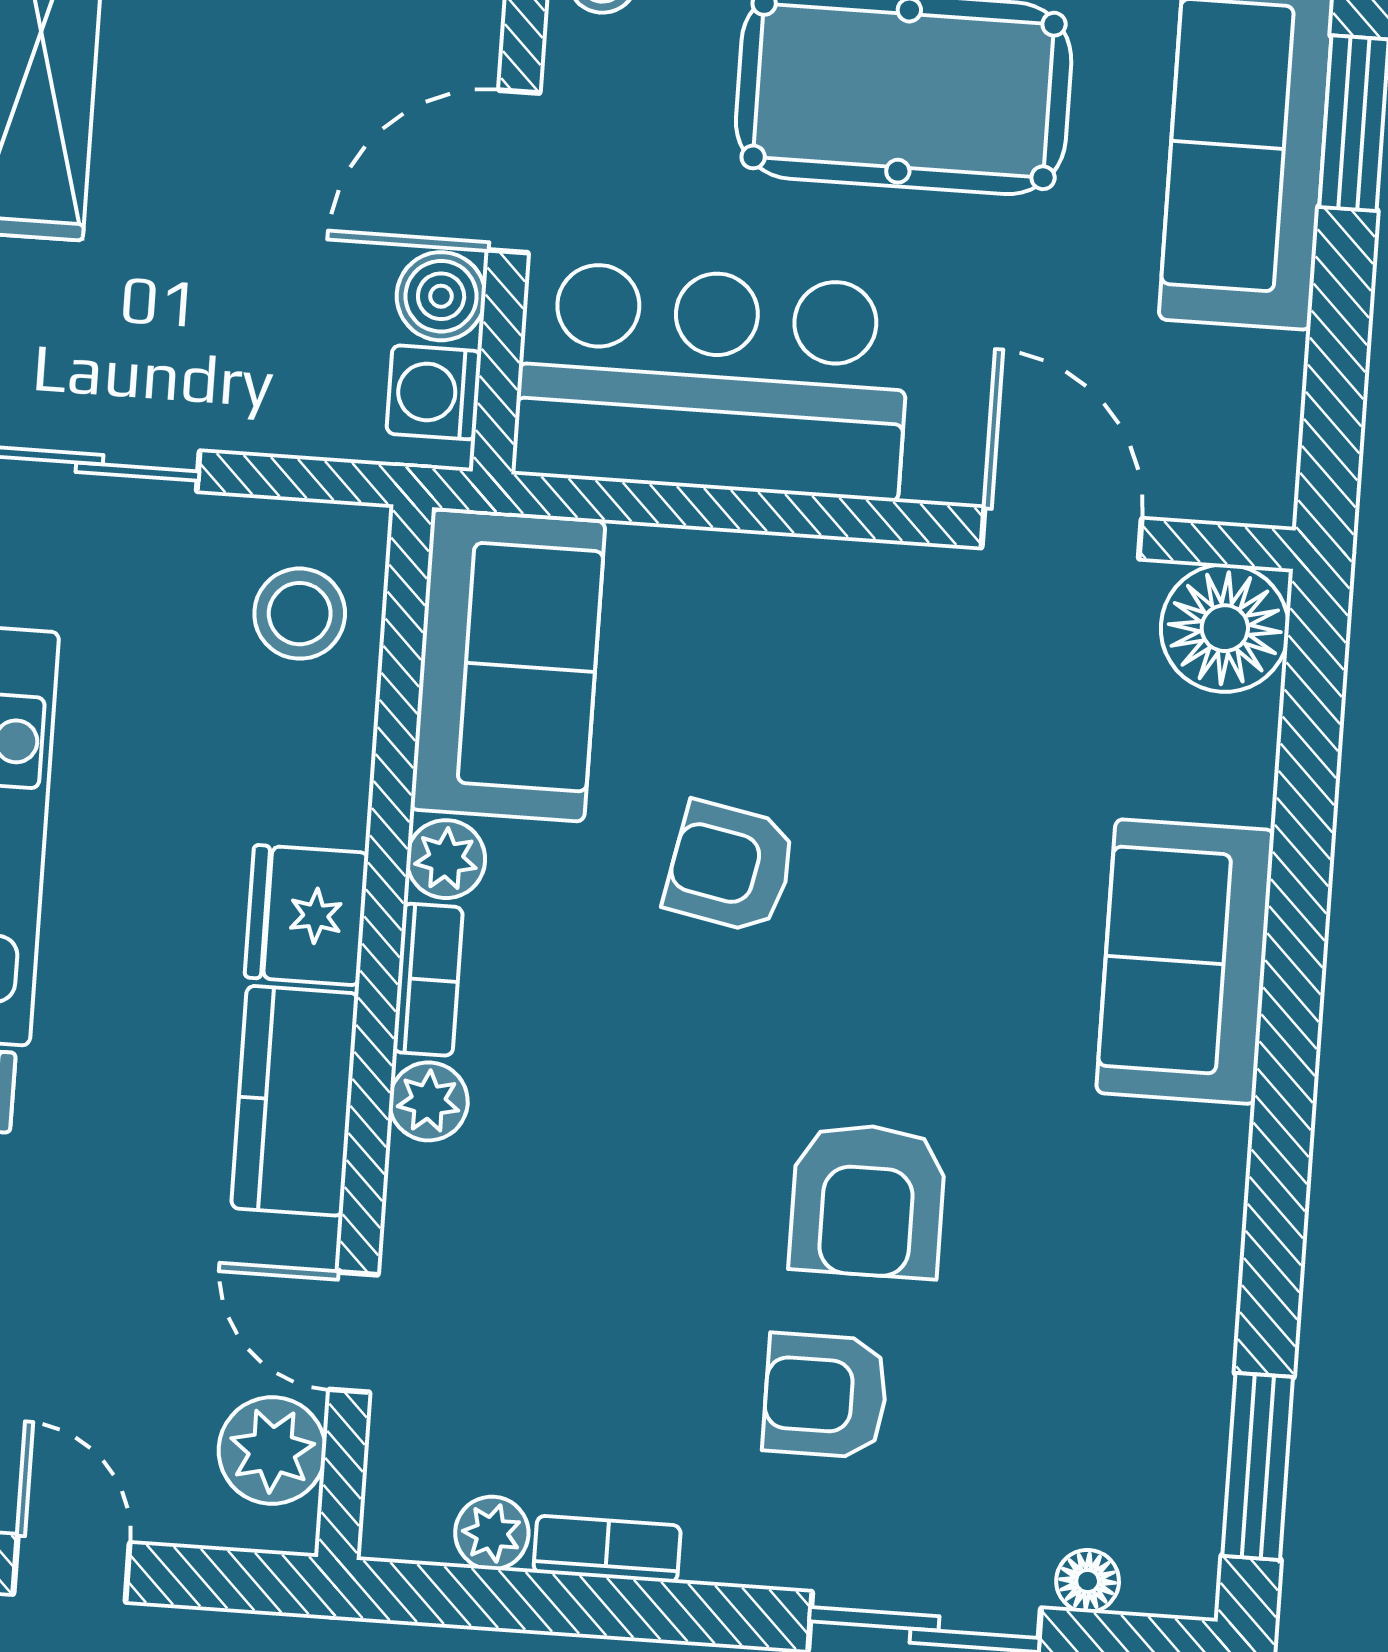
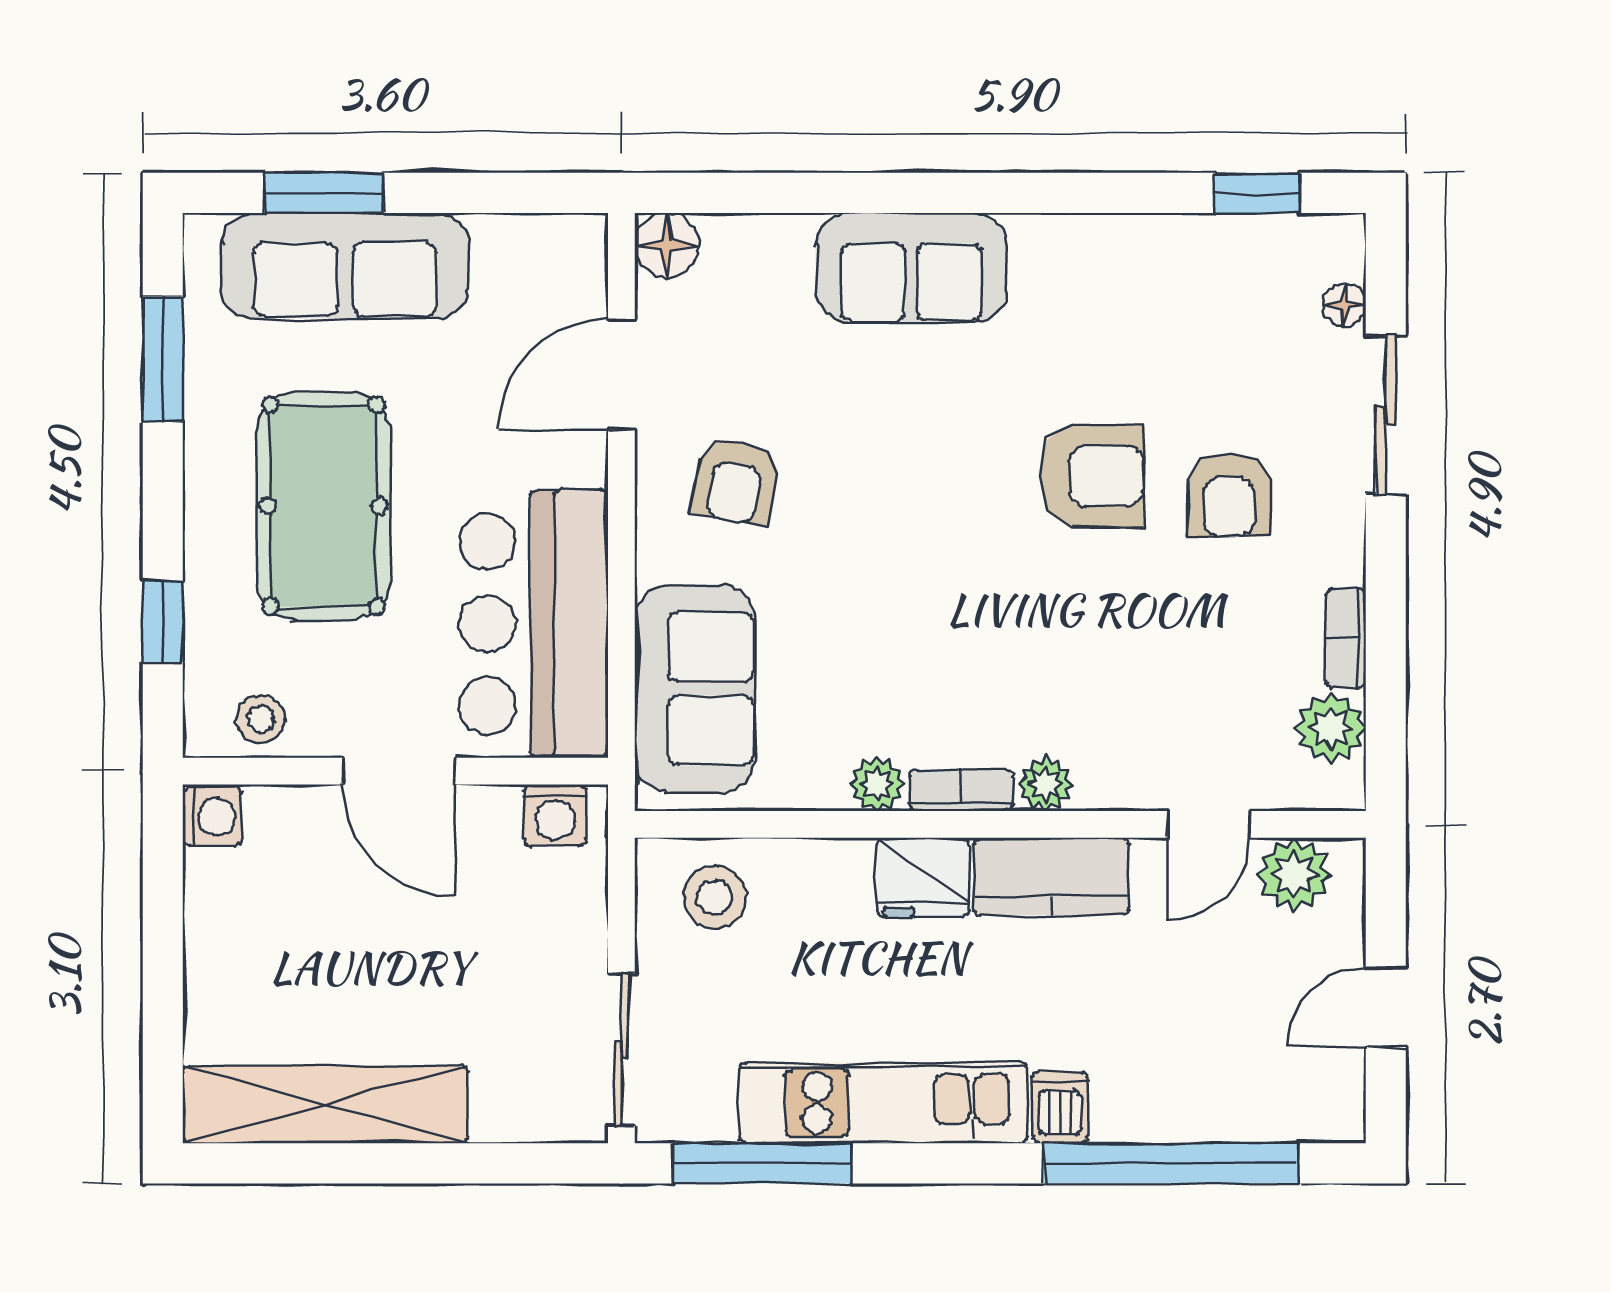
boiler: (441, 296) -> (488, 815), removed
floor lamp: (1225, 628) -> (667, 245), width x0.73, depth x0.73
sofa: (508, 666) -> (695, 689), moved, turned 90
armchair: (731, 867) -> (736, 481), moved
window: (1258, 1466) -> (1257, 193), width x0.67
plant: (492, 1533) -> (1331, 728), width x1.38, depth x1.38

